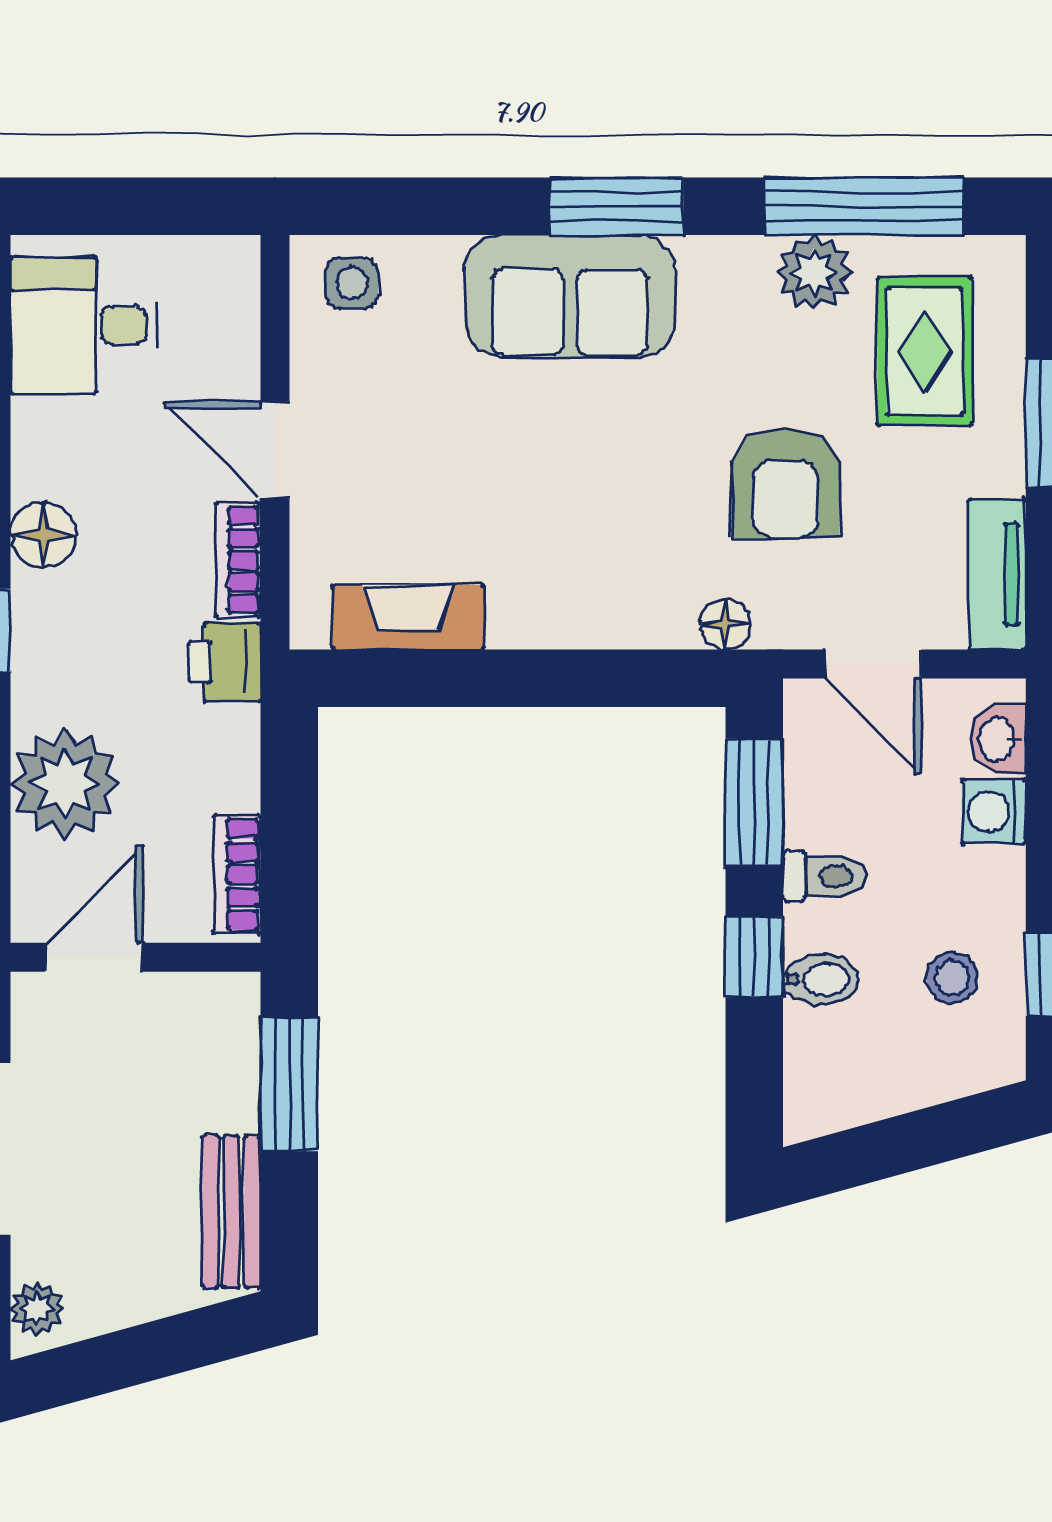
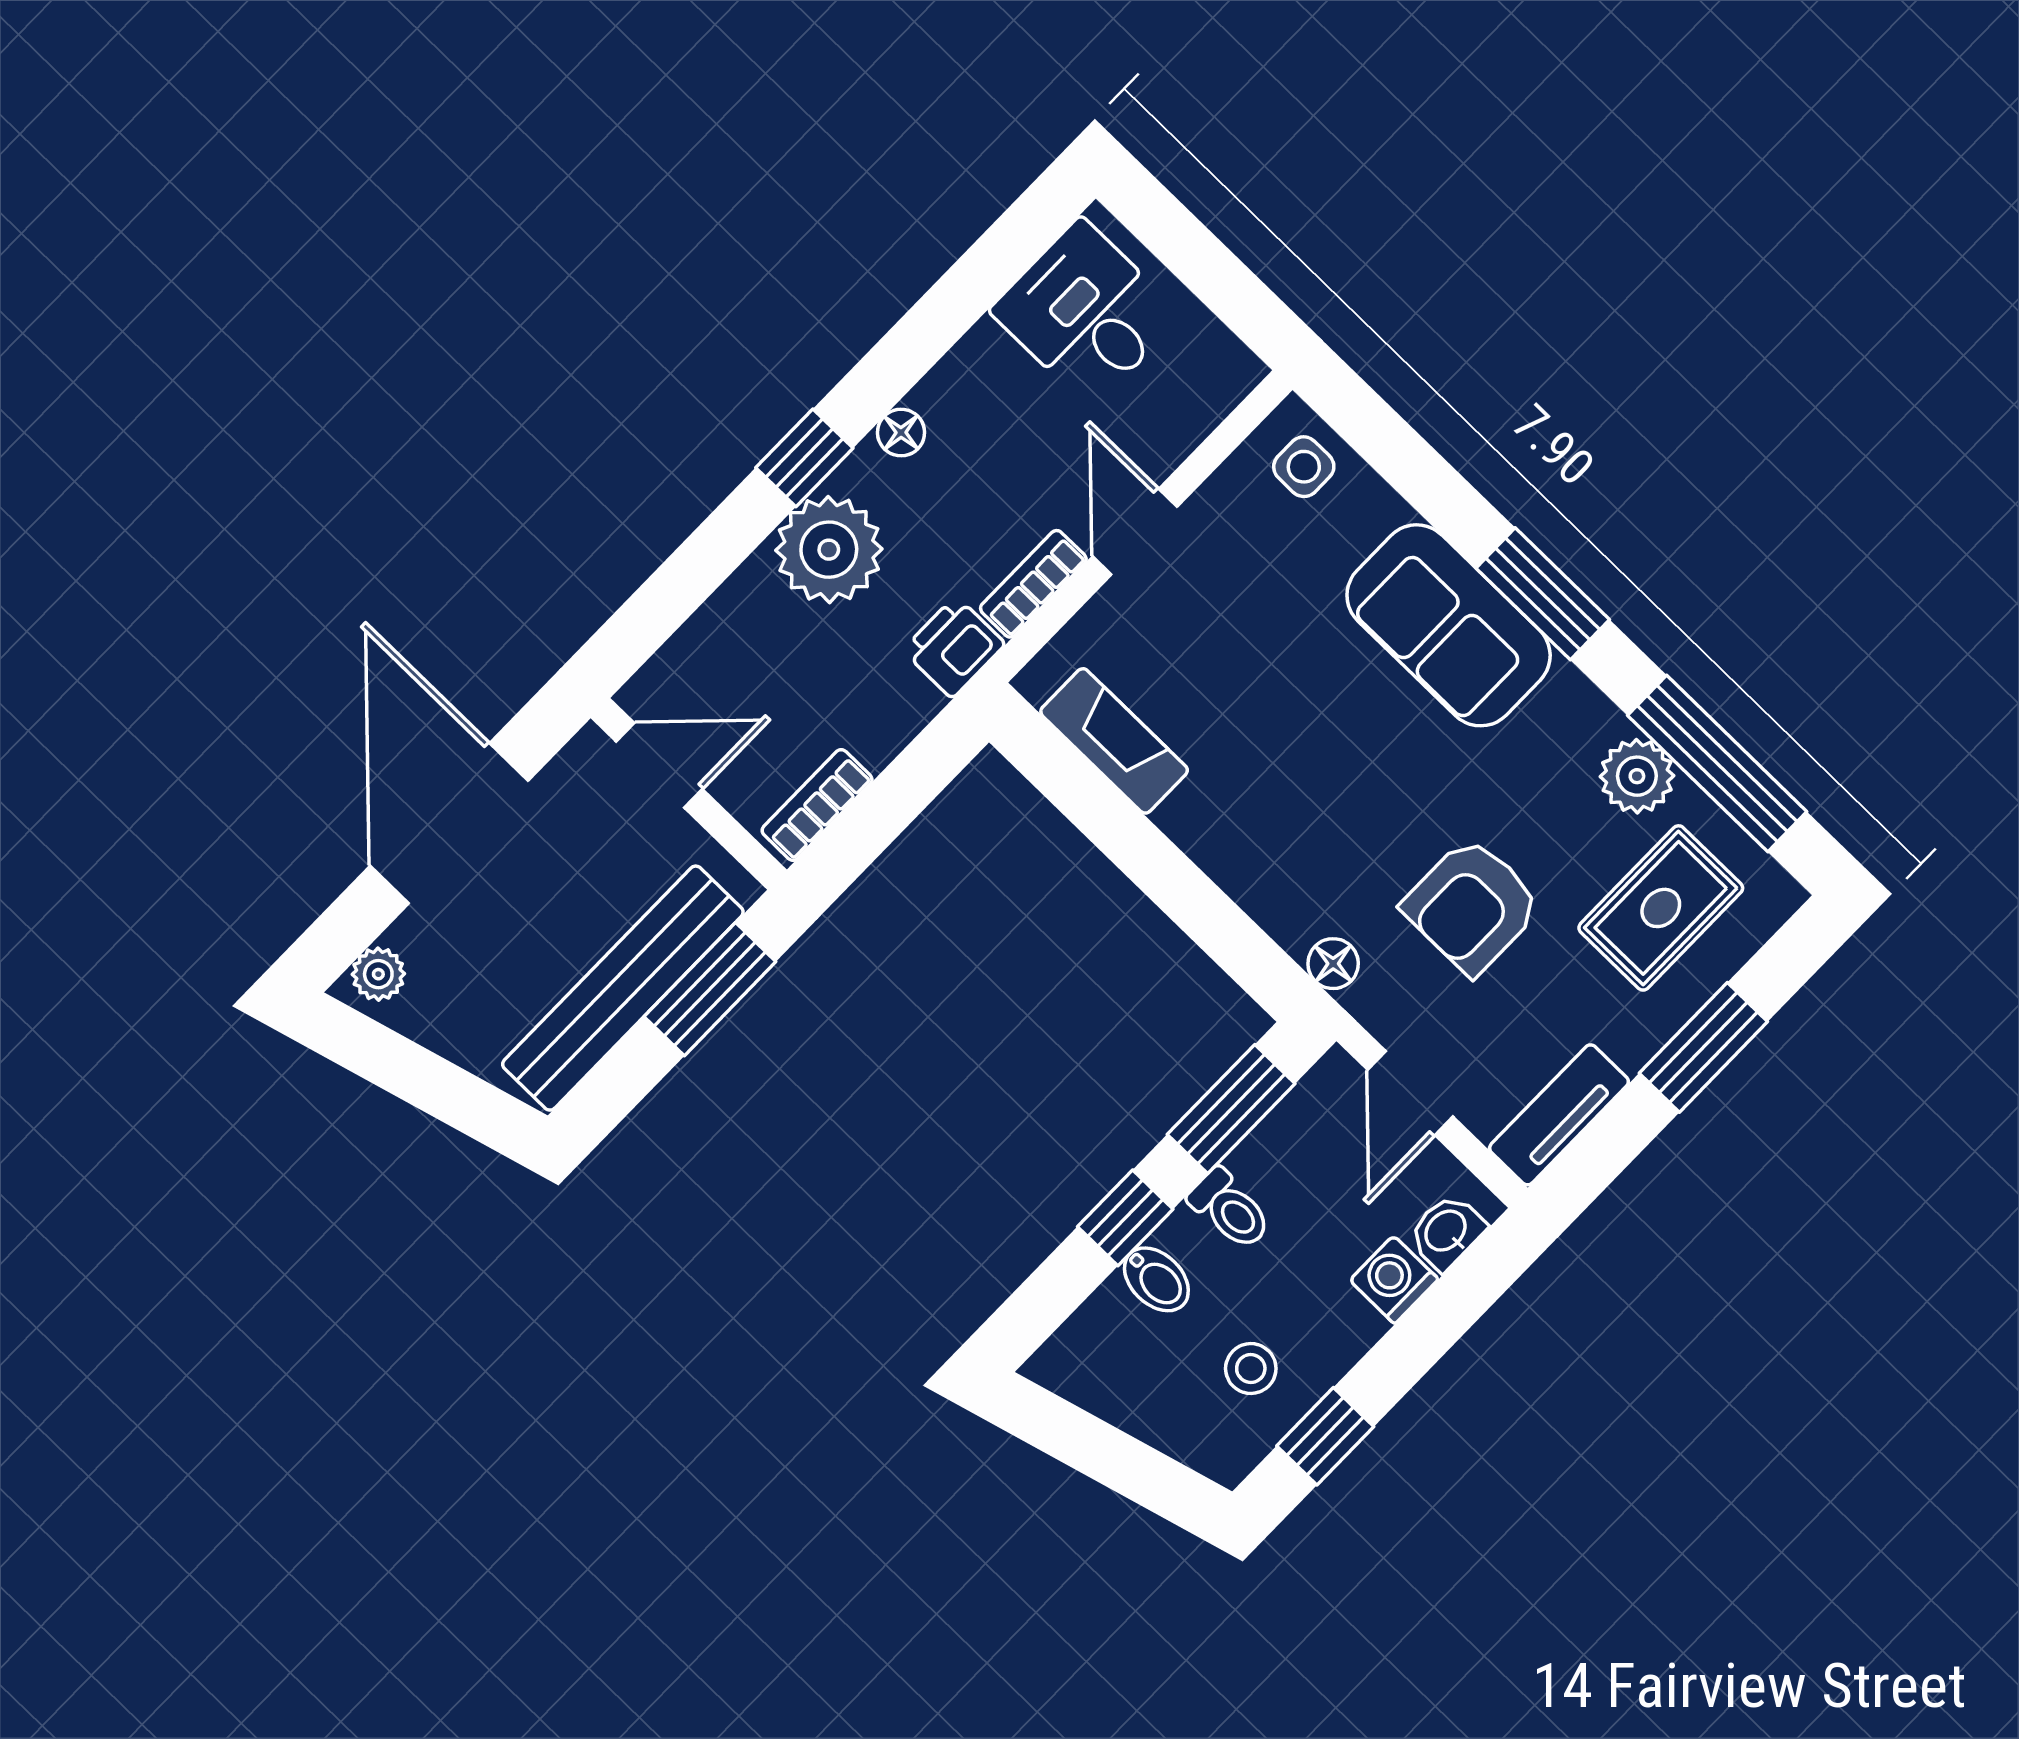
floor lamp: (43, 535) -> (901, 433), width x0.73, depth x0.73
plant: (65, 784) -> (829, 550), moved
bench: (231, 1211) -> (623, 988), width x1.86, depth x1.21

